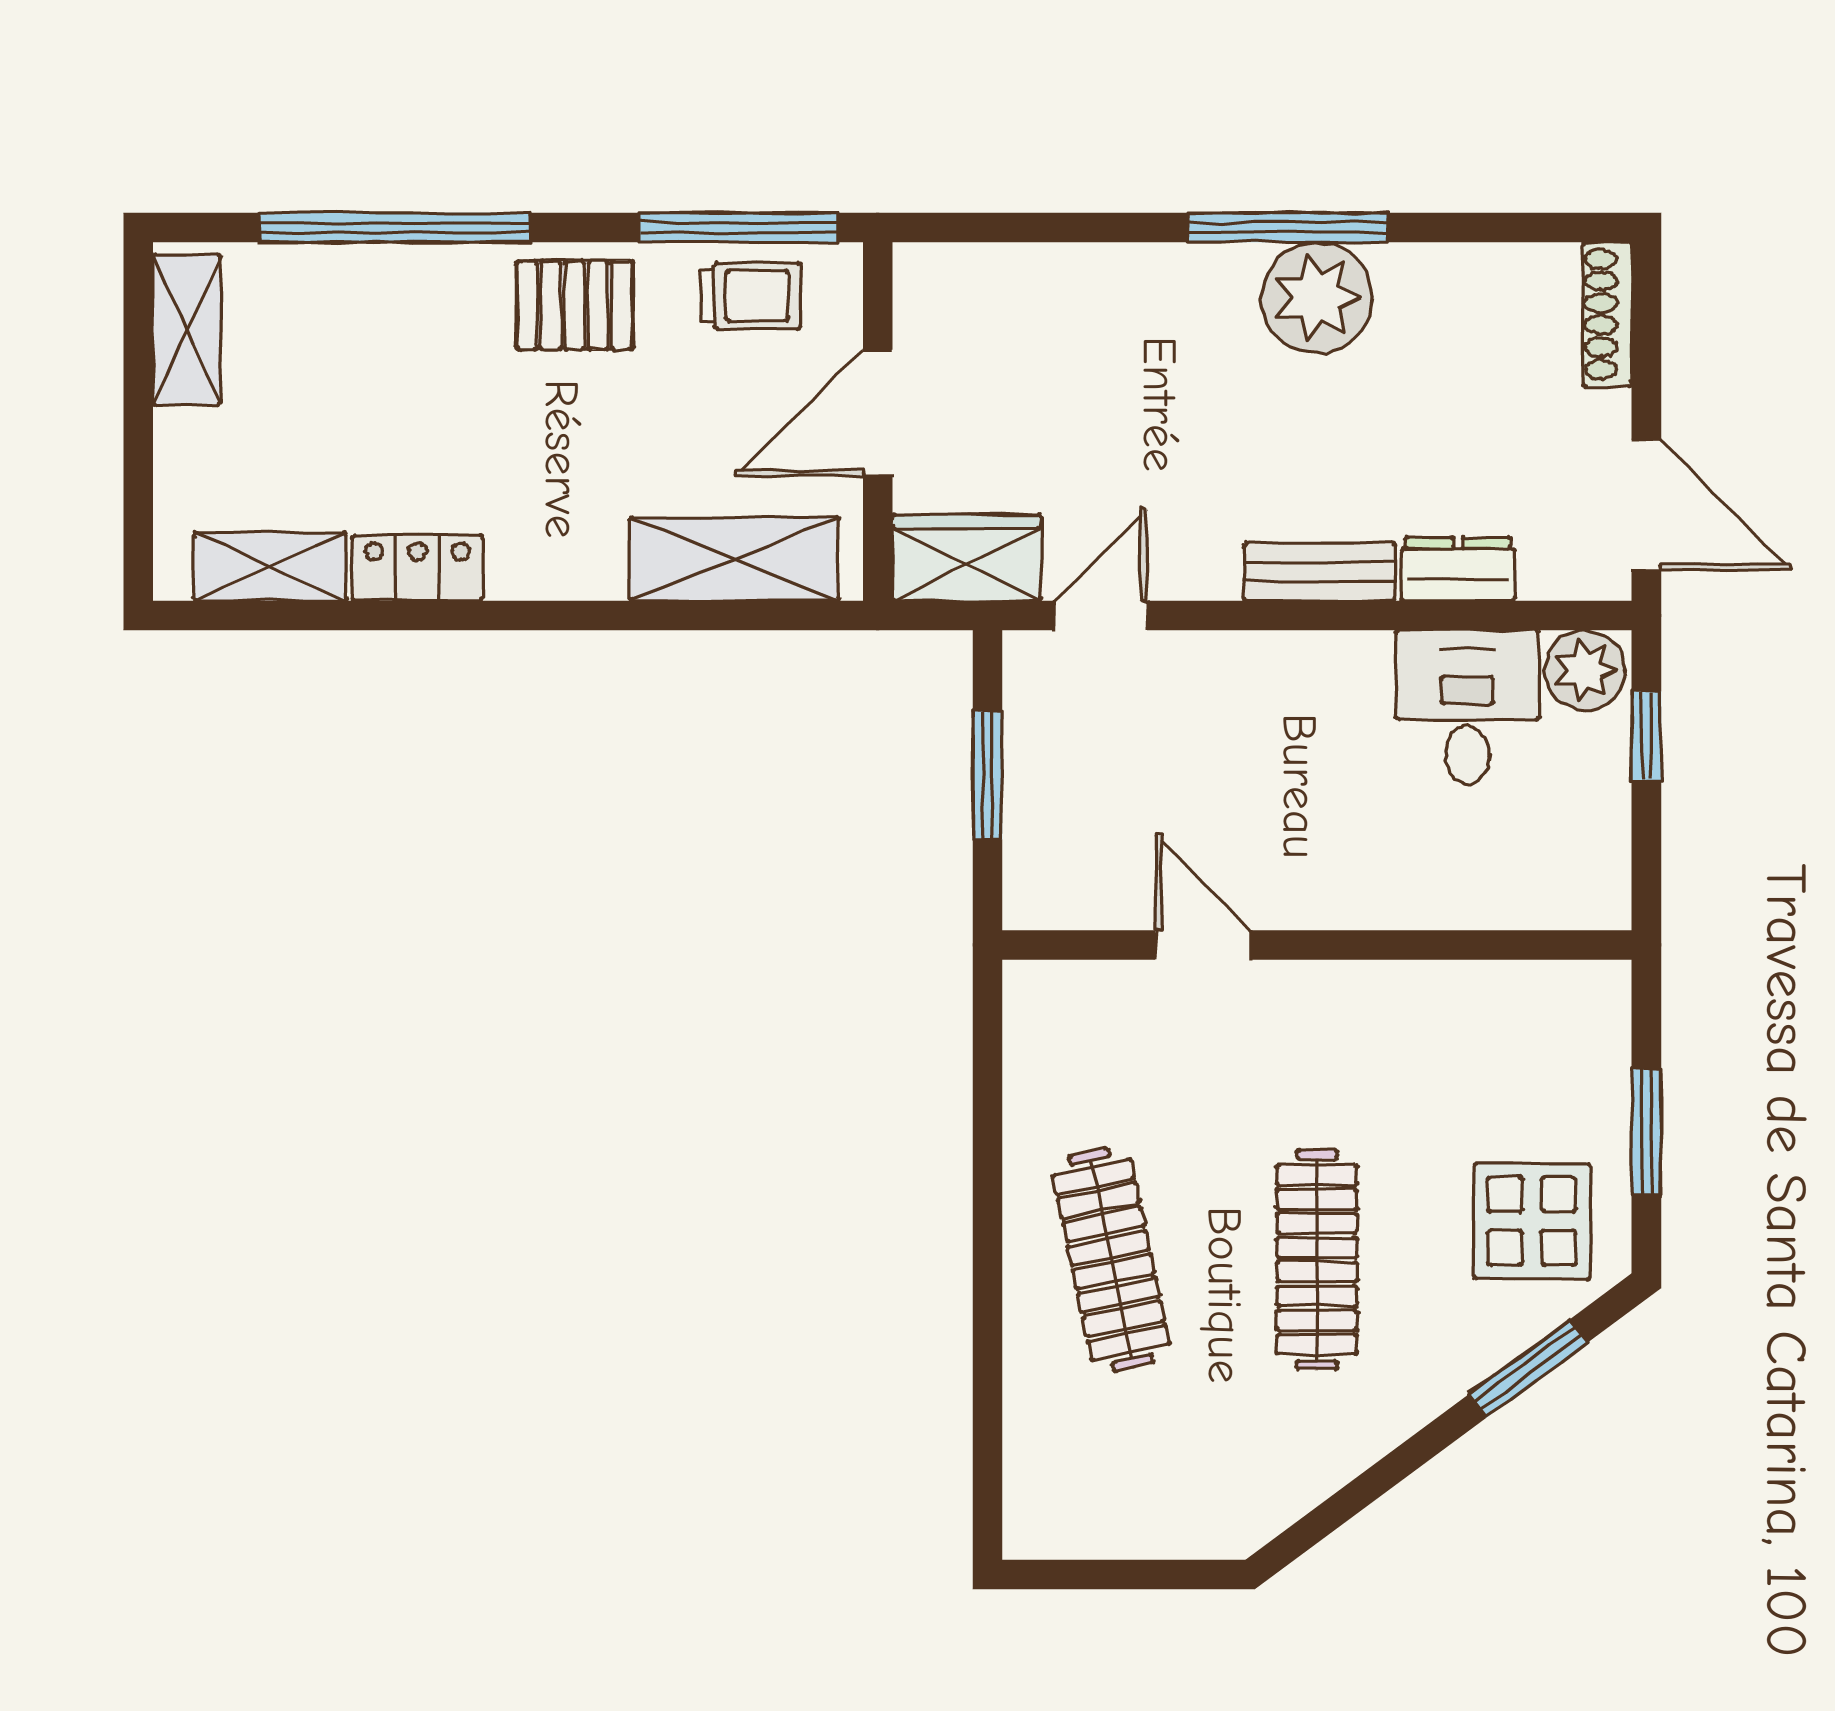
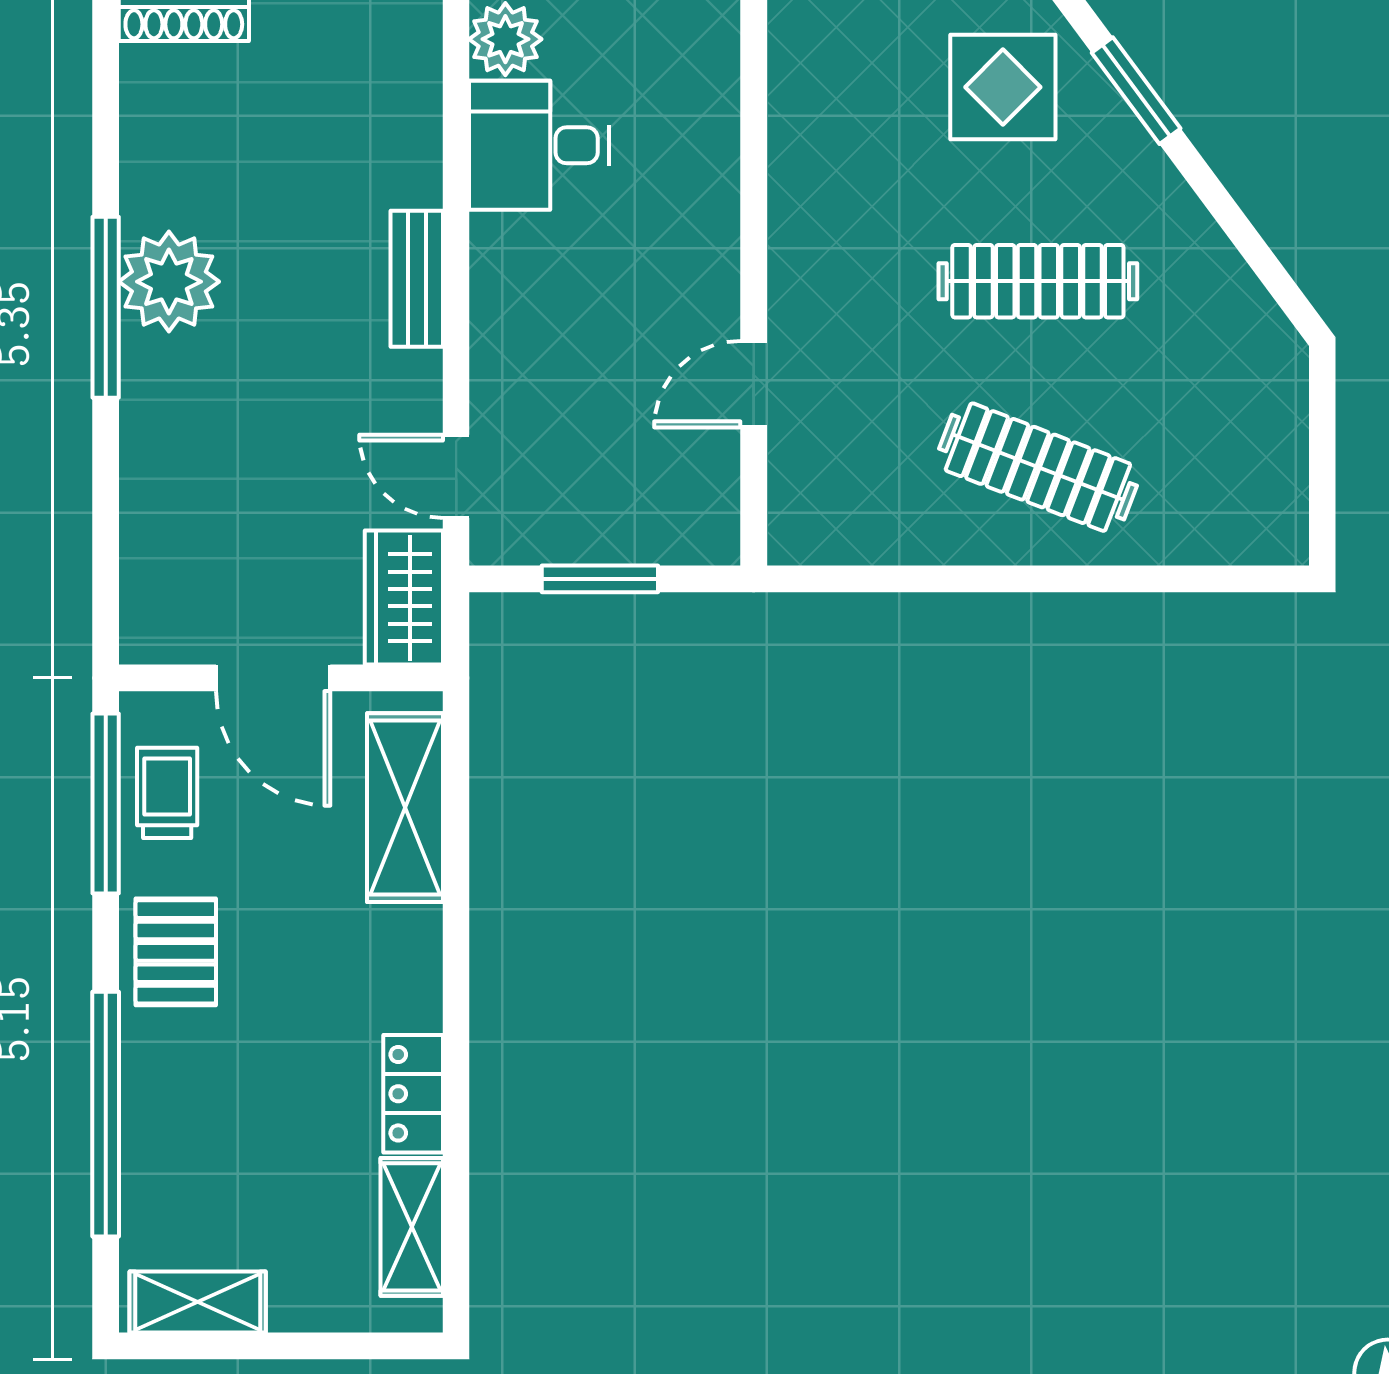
dresser: (1458, 569) -> (414, 154), removed
clothes rail: (1111, 1260) -> (1038, 467), turned 33

